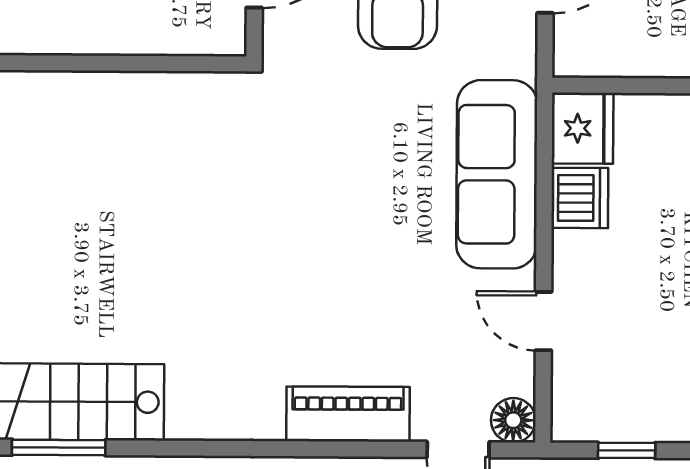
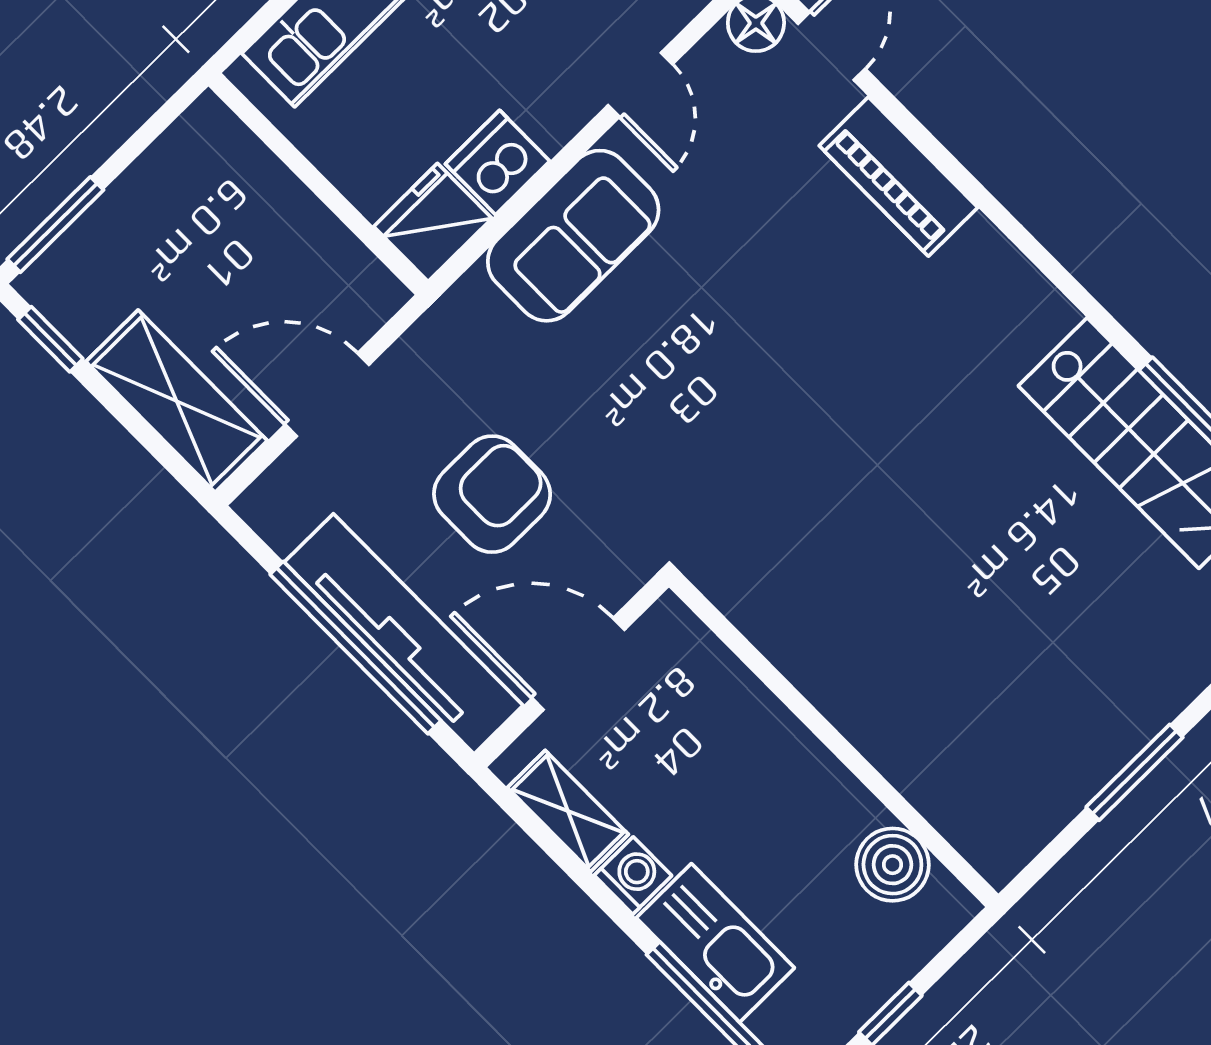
sofa: (497, 174) -> (573, 236), width x0.73

